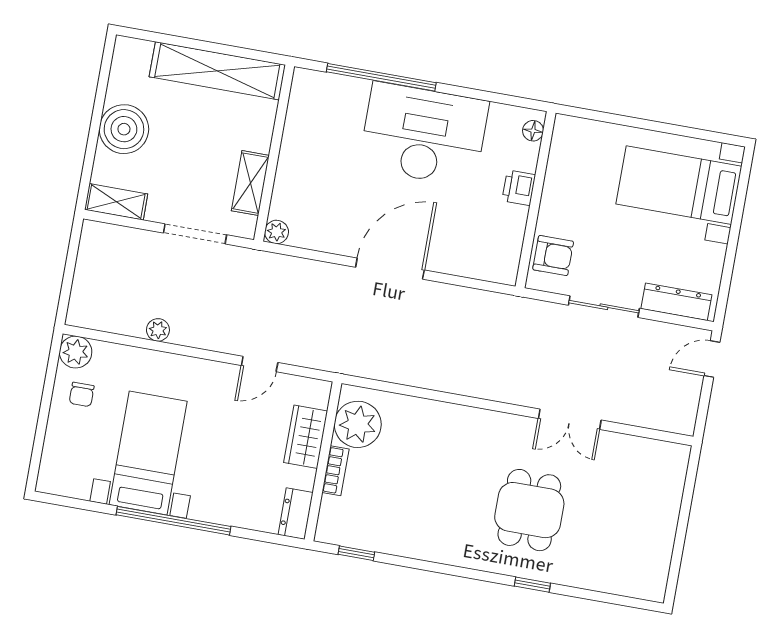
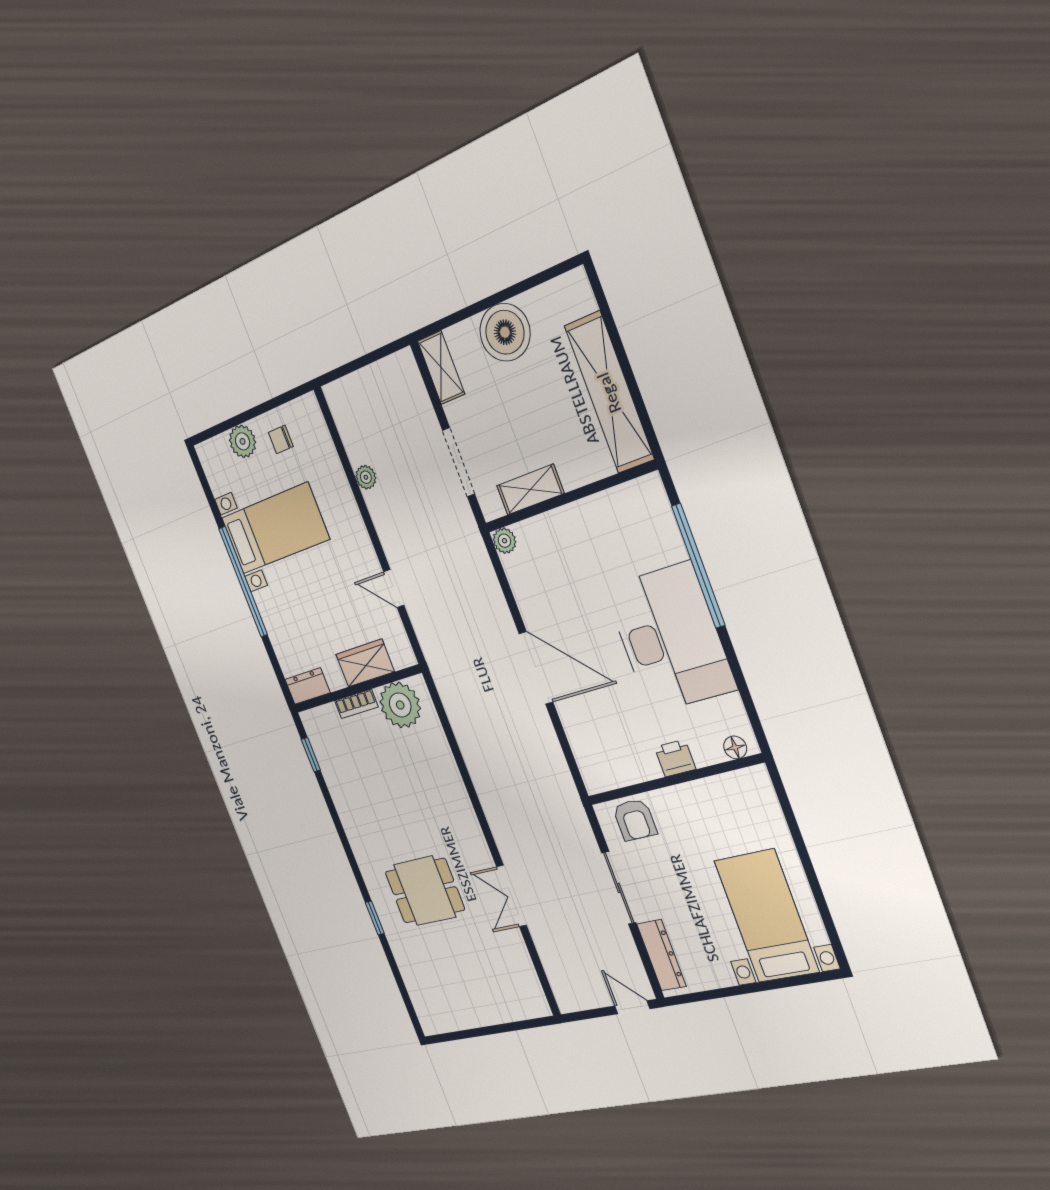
plant: (76, 352) -> (243, 441), moved

